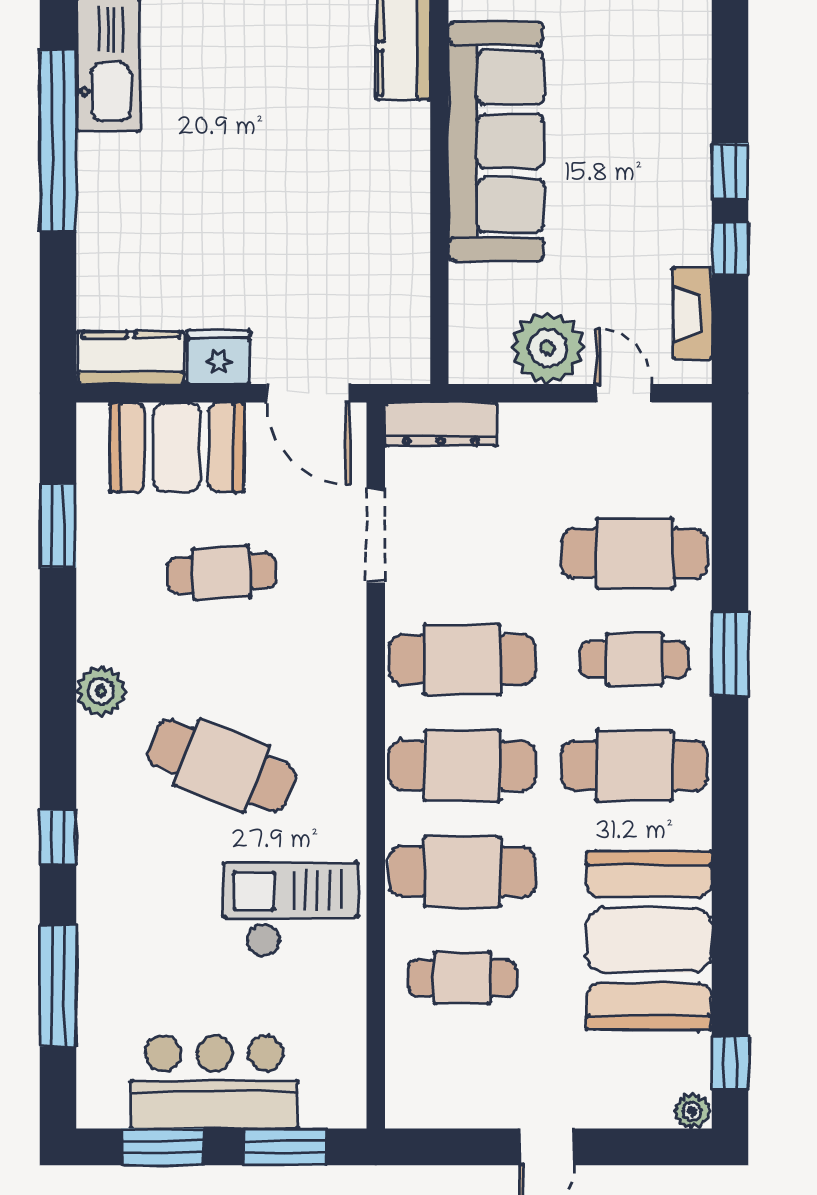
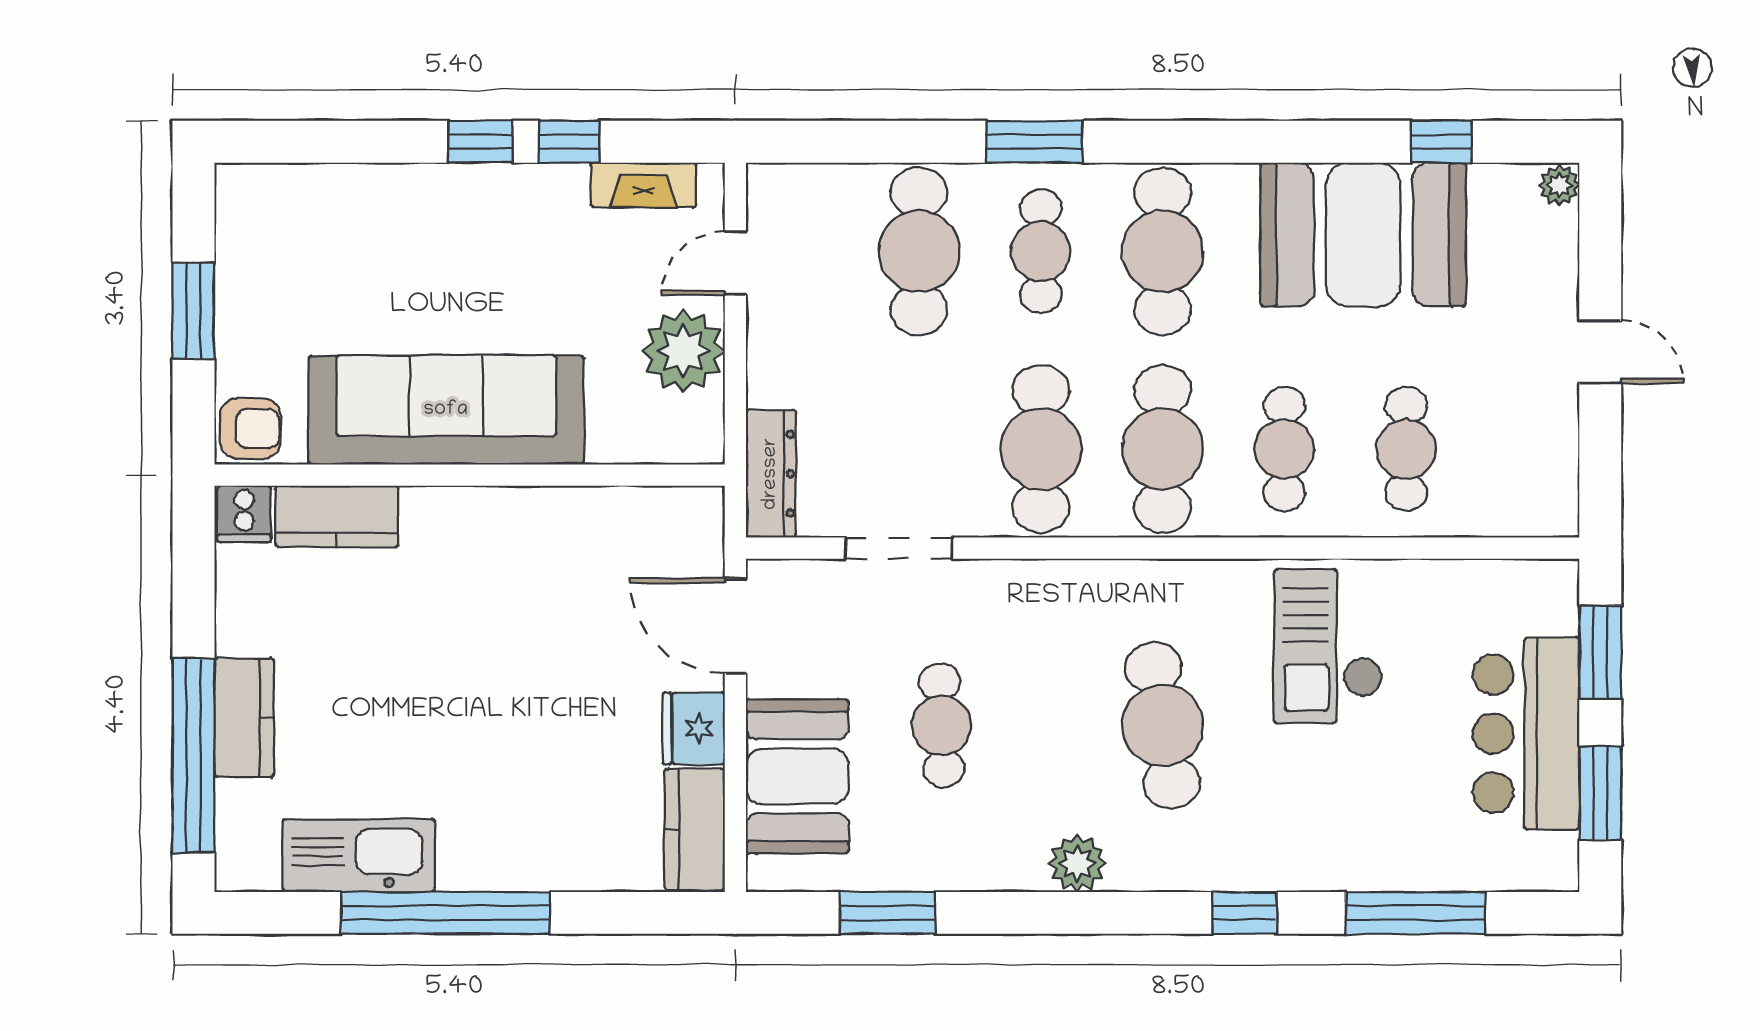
door: (308, 393) -> (735, 626), swing flipped
cafe table: (221, 766) -> (1163, 725), turned -30
cafe table: (462, 872) -> (1284, 449), width x0.73, depth x0.74
window: (730, 1063) -> (1441, 142), moved

